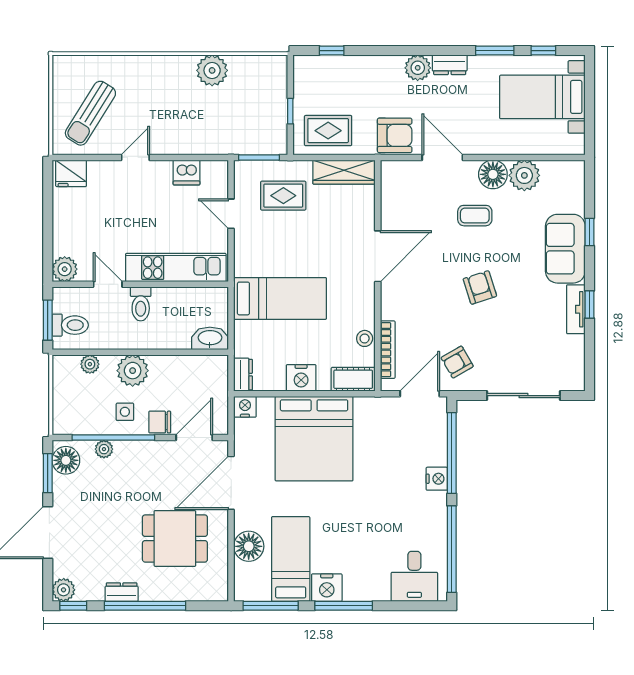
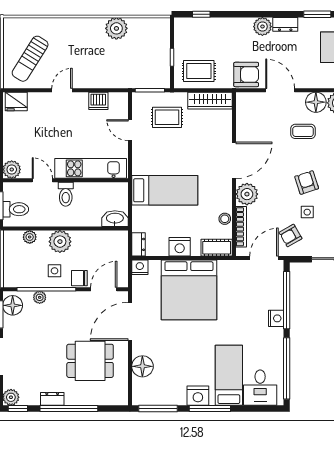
plant: (396, 304) -> (247, 194), added
side table: (481, 329) -> (307, 212), added
bed: (291, 559) -> (229, 375), moved

